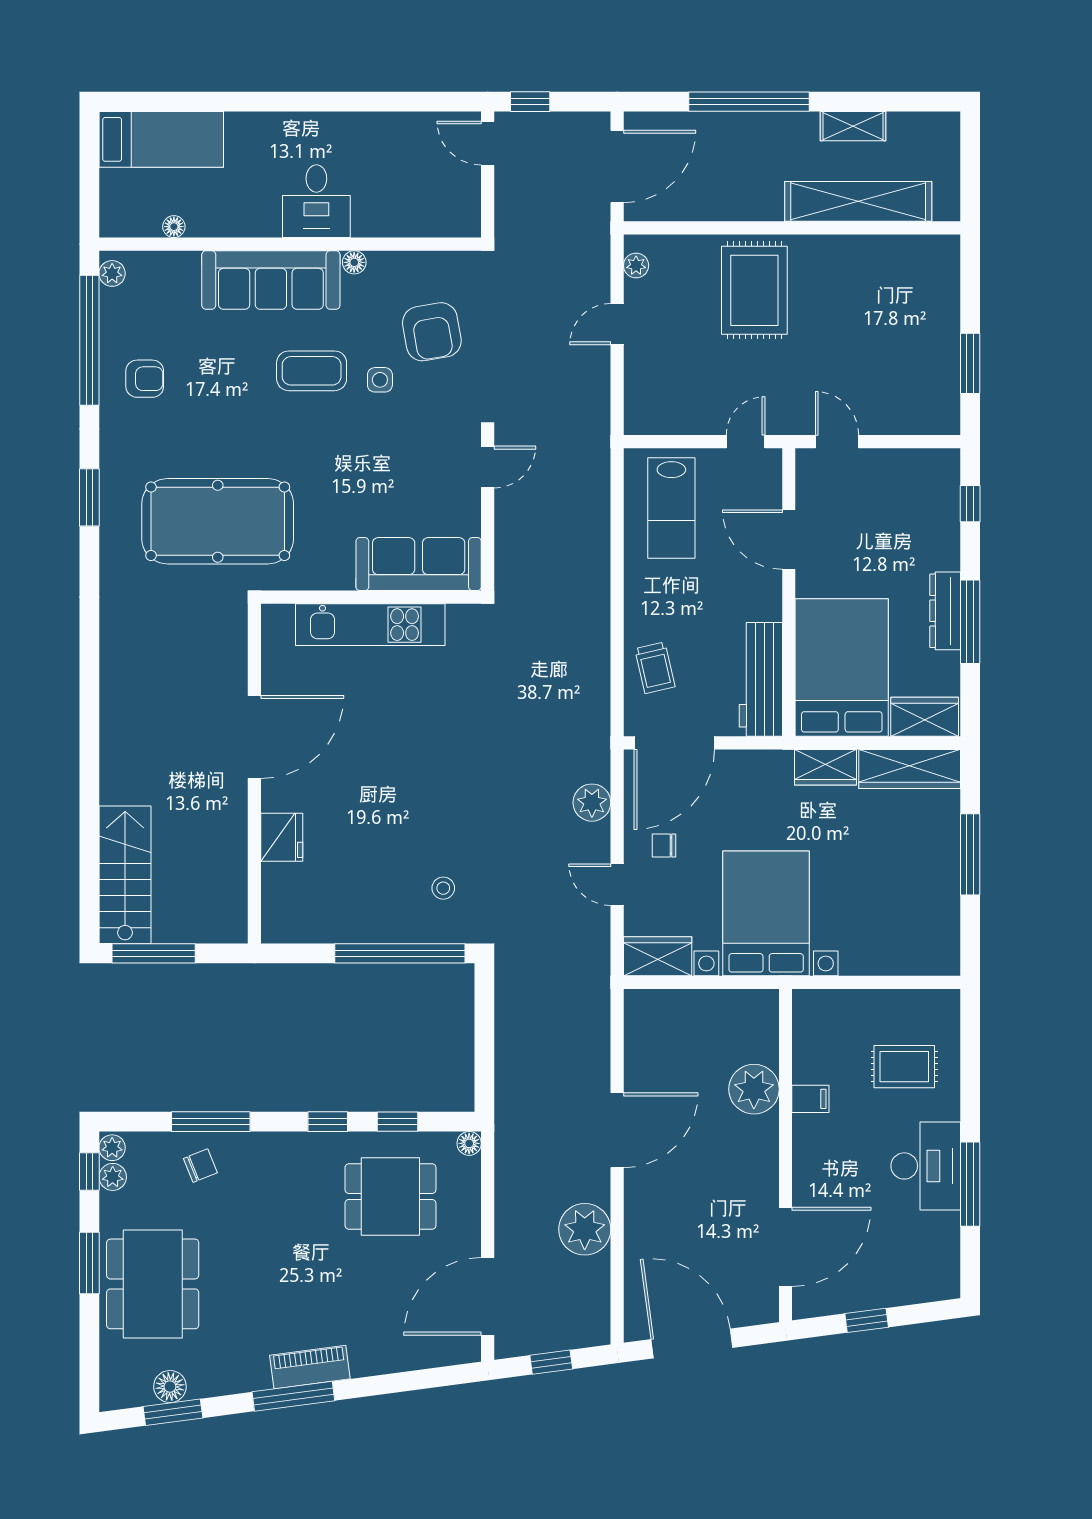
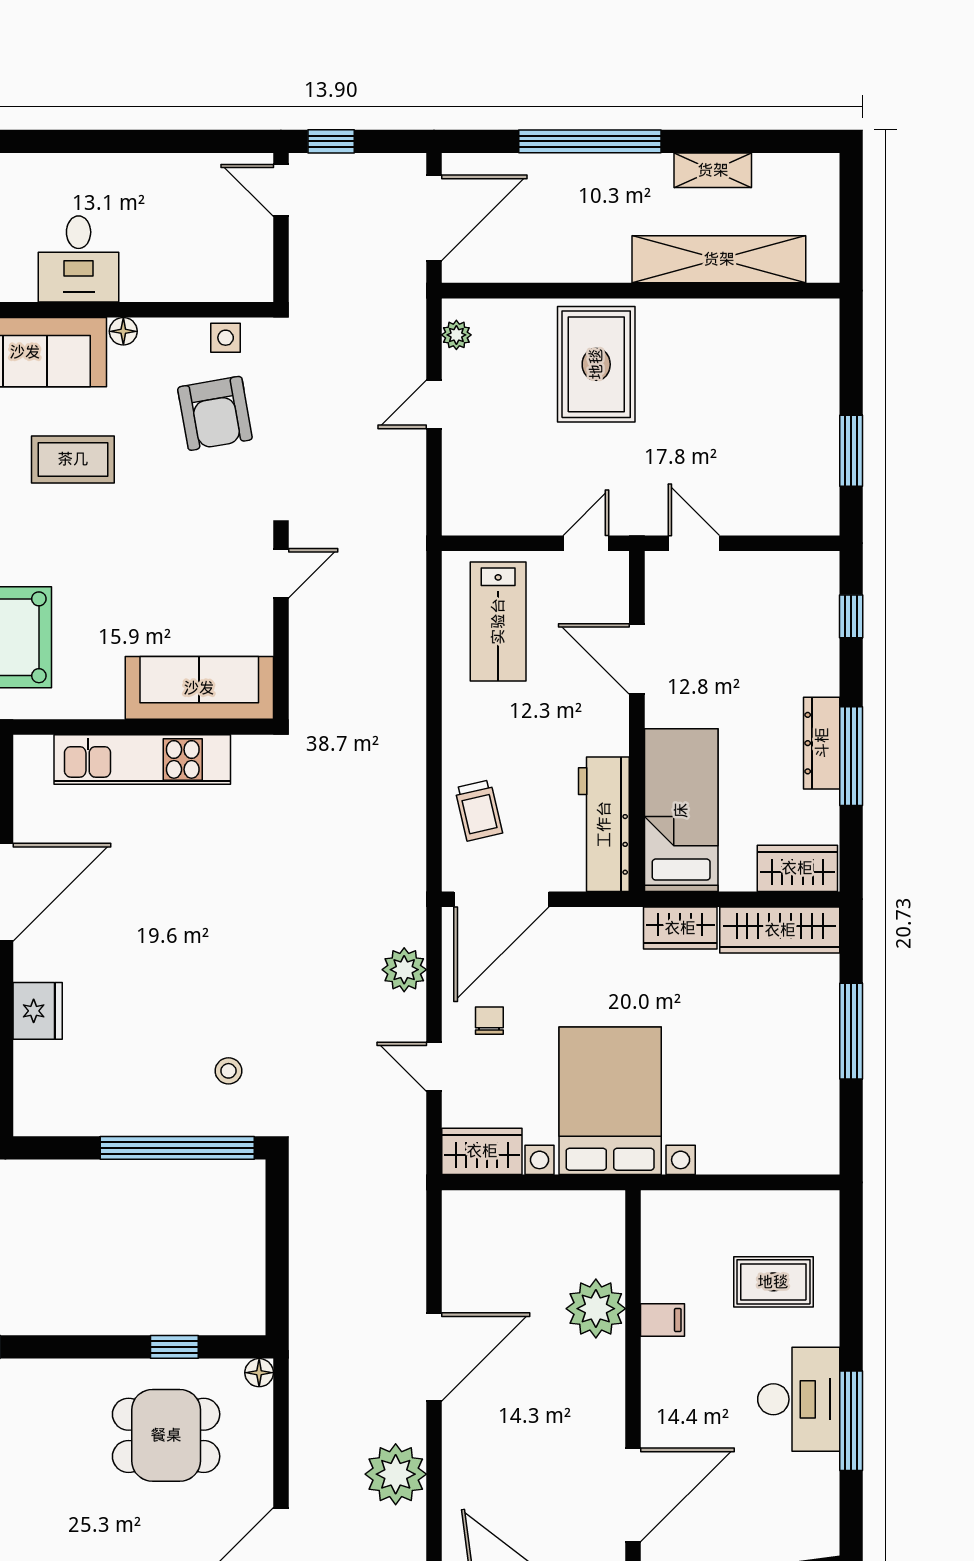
side table: (380, 380) -> (226, 338), moved
bed: (842, 667) -> (681, 810), width x0.67
chair: (664, 846) -> (489, 1021), turned 90
window: (328, 1122) -> (92, 1347), removed

